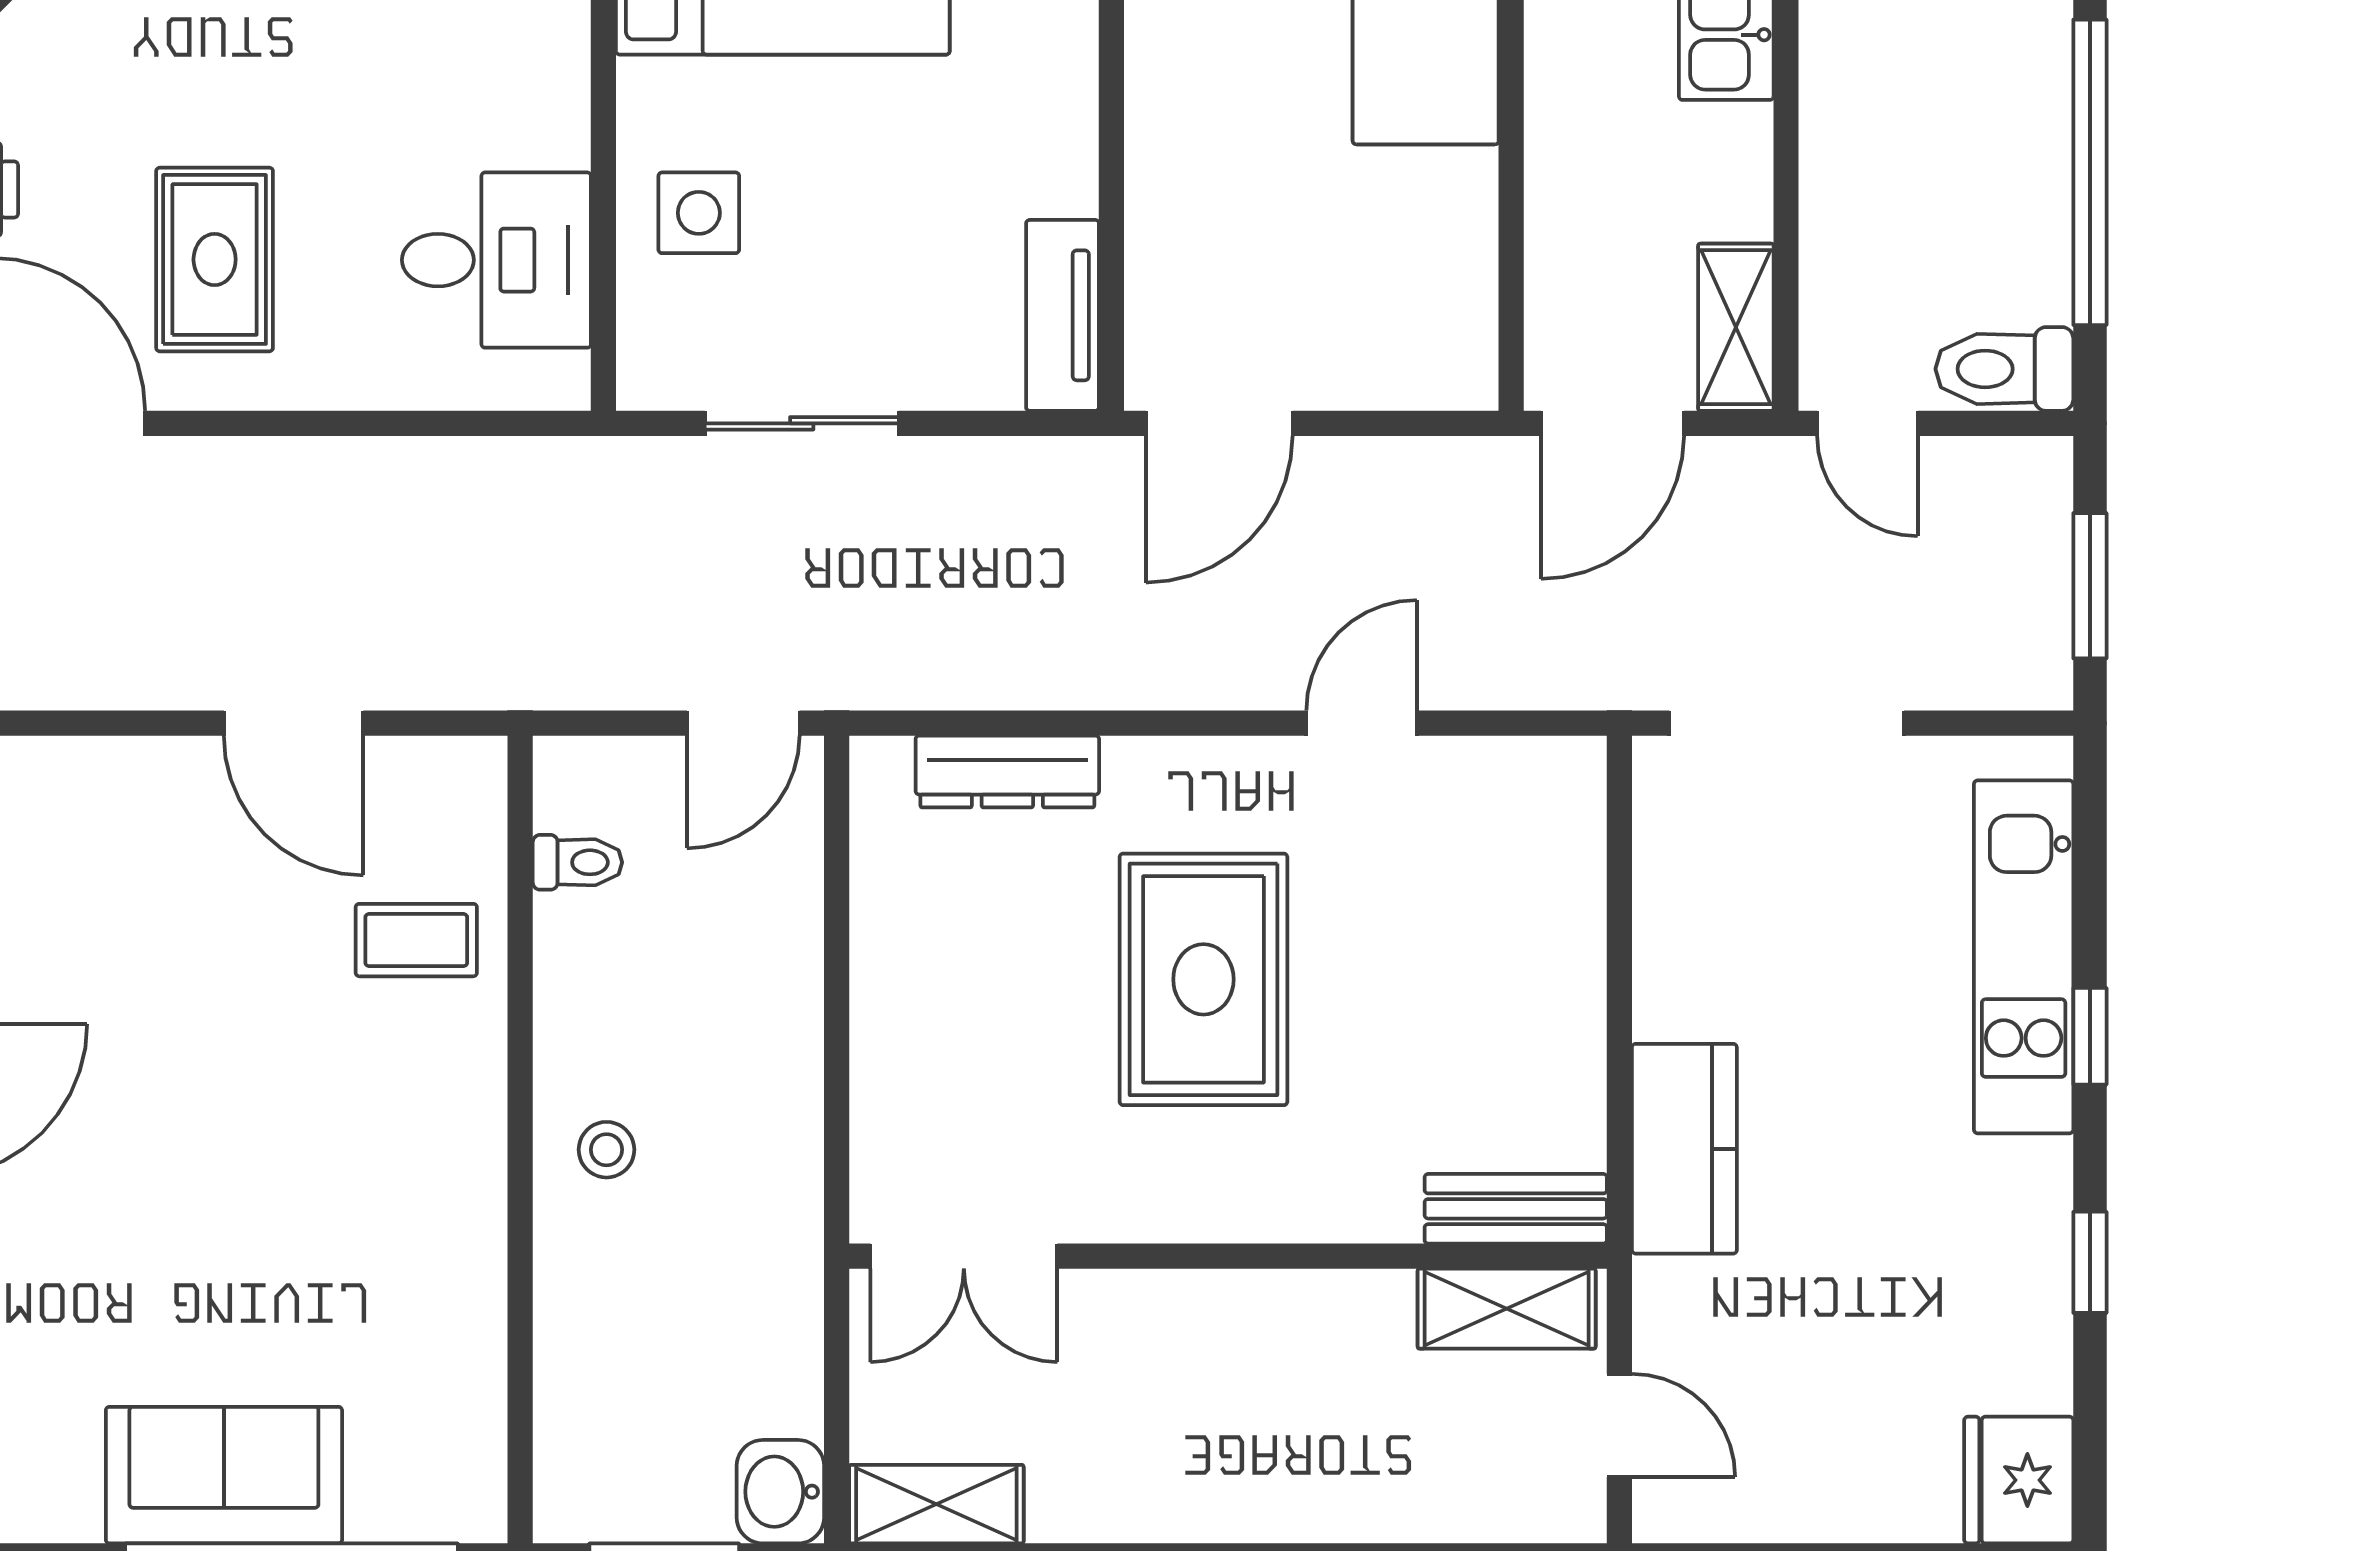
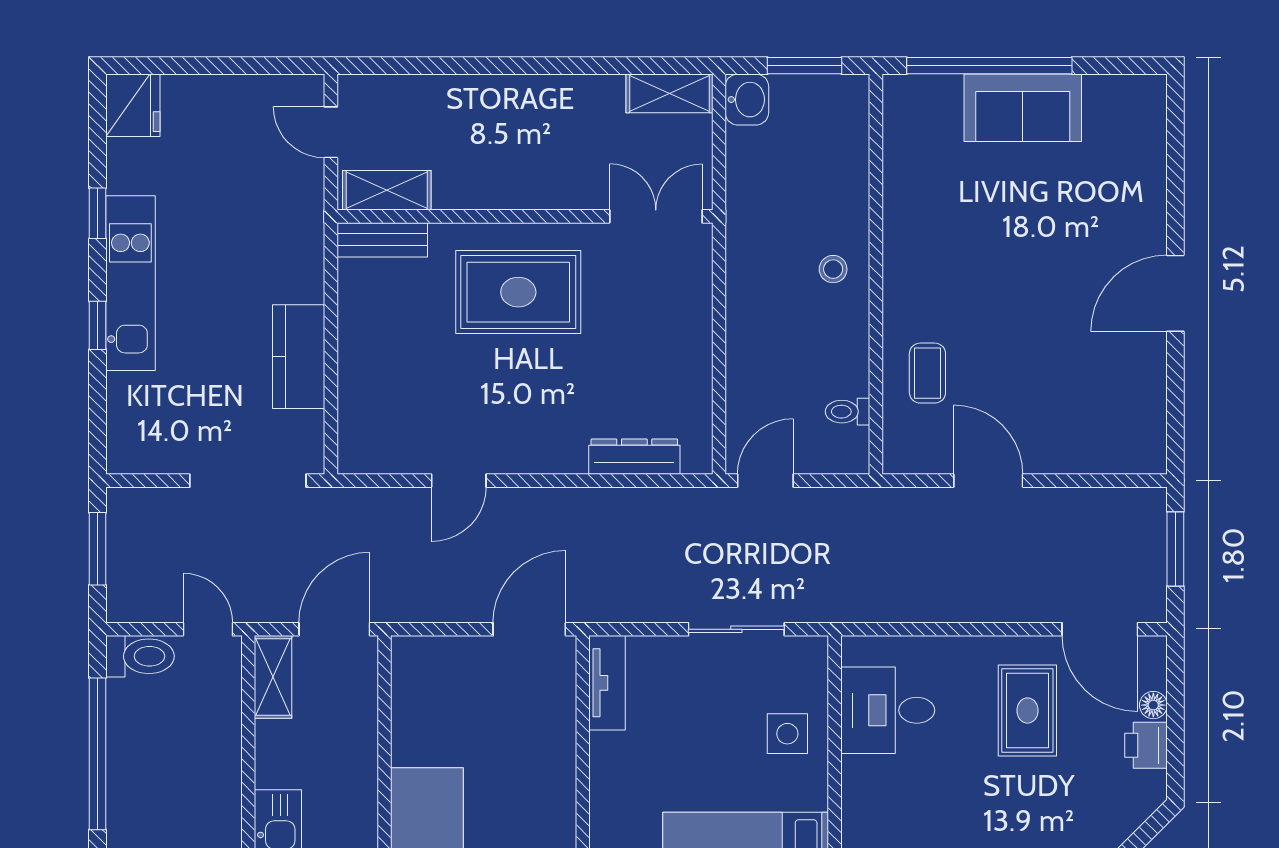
coffee table: (416, 940) -> (927, 373), turned 90
kitchen unit: (2024, 957) -> (130, 283), moved
rug: (1203, 979) -> (518, 292), moved, turned 90
kitchen counter: (1684, 1149) -> (299, 357), moved

